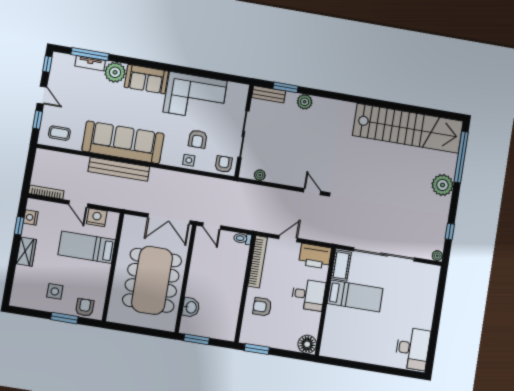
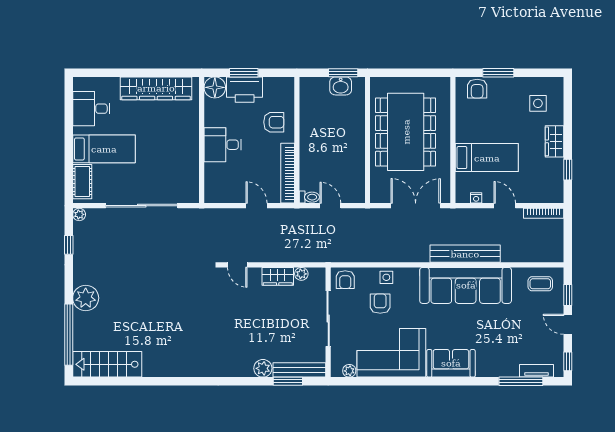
tv unit: (90, 63) -> (537, 371), moved
plant: (115, 72) -> (349, 371), moved, width x0.53, depth x0.53
bench: (269, 94) -> (299, 370), width x1.36
stairs: (408, 128) -> (107, 364), width x0.54, depth x0.66
wardrobe: (280, 176) -> (278, 276), added
nightstand: (31, 217) -> (556, 181), removed
nightstand: (97, 217) -> (476, 198), width x0.53, depth x0.56
double door: (169, 219) -> (416, 206), moved
door: (212, 226) -> (330, 206), moved
door: (288, 239) -> (257, 206), swing flipped
printer: (315, 256) -> (245, 90), moved, turned 180
cot: (341, 265) -> (82, 182), moved
side table: (55, 291) -> (538, 103), moved
bed: (355, 296) -> (104, 149), moved, turned 180
washbasin: (191, 307) -> (341, 86), moved, turned -90
desk: (413, 348) -> (91, 109), width x0.73
window: (257, 349) -> (244, 73), moved
wardrobe: (357, 351) -> (156, 88), added

